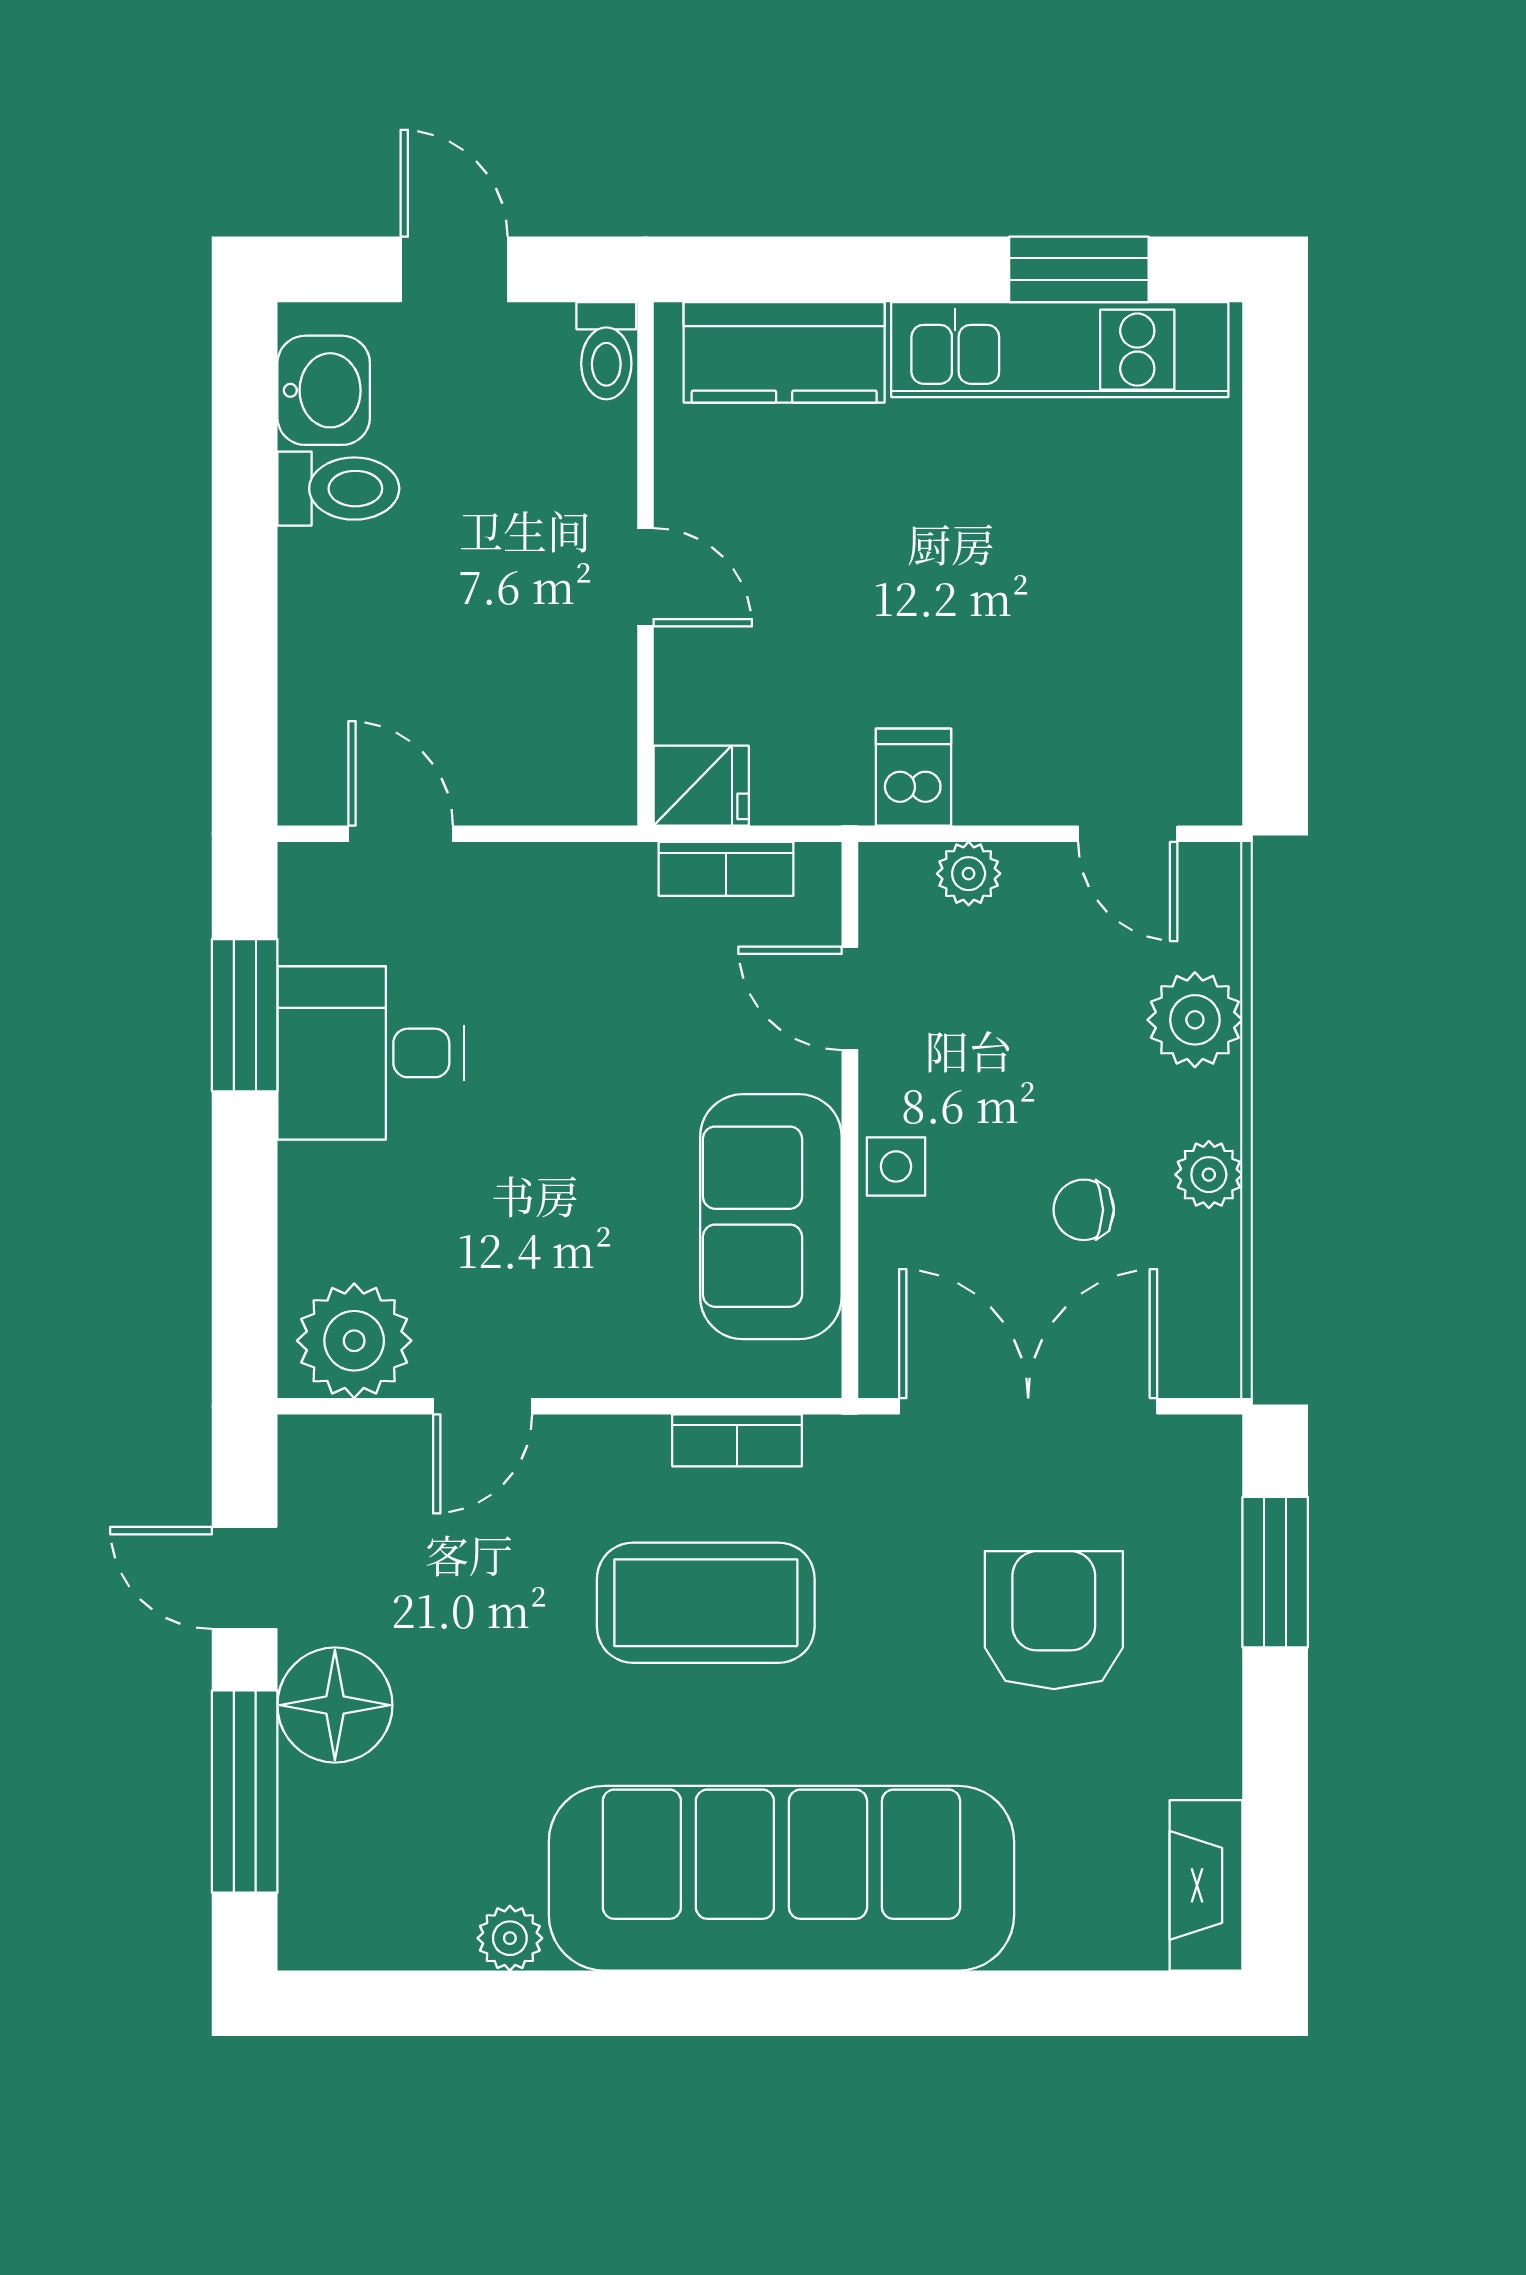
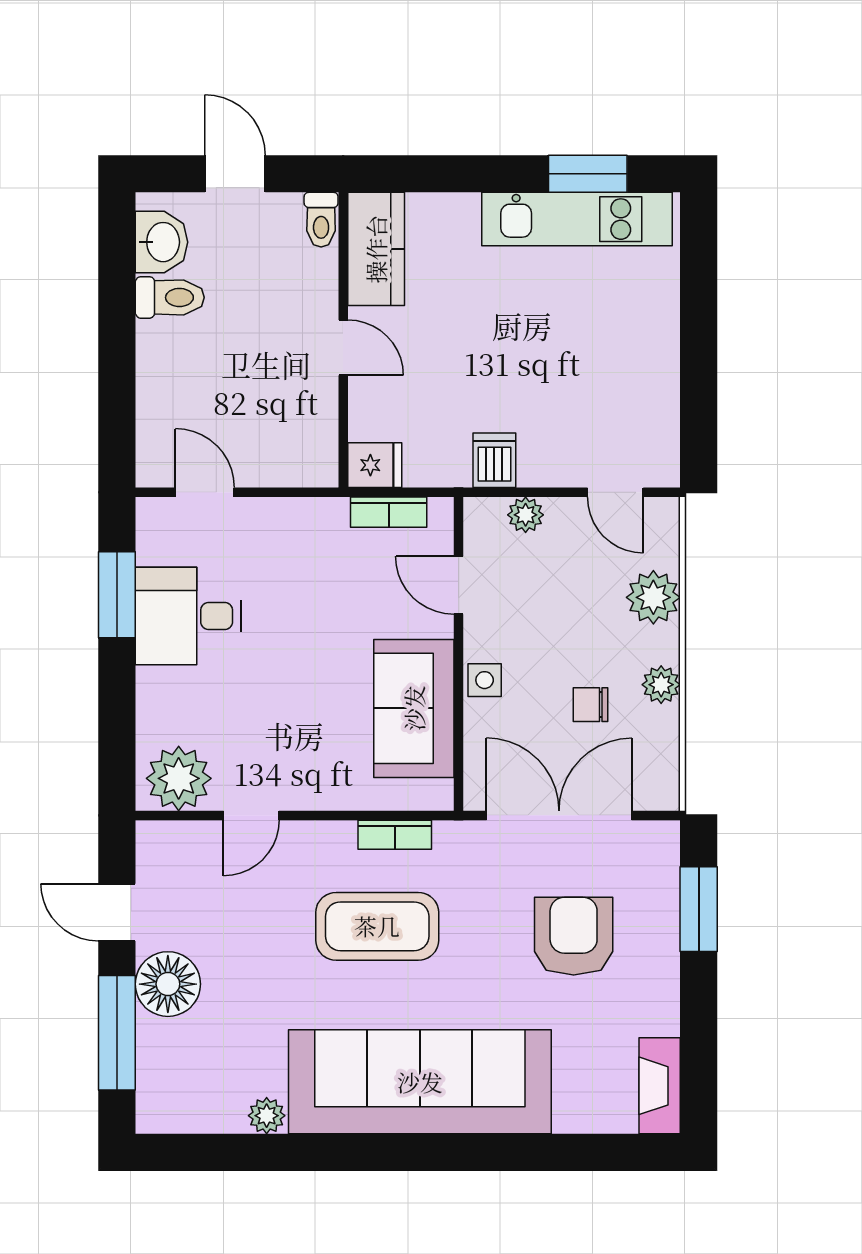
kitchen counter: (784, 352) -> (376, 249), moved, turned -90

